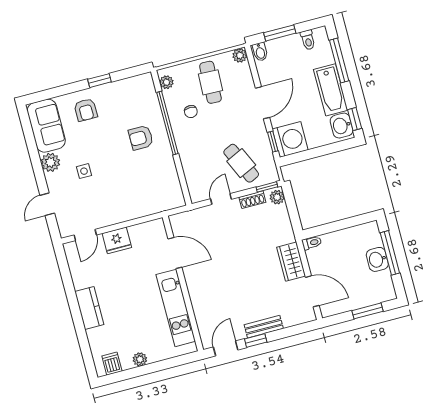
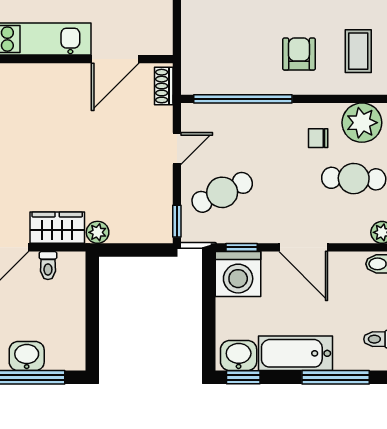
plant: (166, 82) -> (362, 123), width x1.88, depth x1.88
coffee table: (129, 101) -> (358, 51), added
window: (167, 123) -> (243, 99), moved
plant: (277, 197) -> (98, 232), moved
door: (221, 199) -> (177, 148), hinge flipped
shoe rack: (252, 200) -> (164, 86), moved
toilet: (312, 243) -> (48, 266), moved

